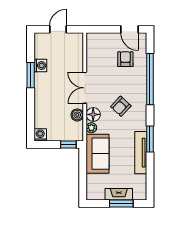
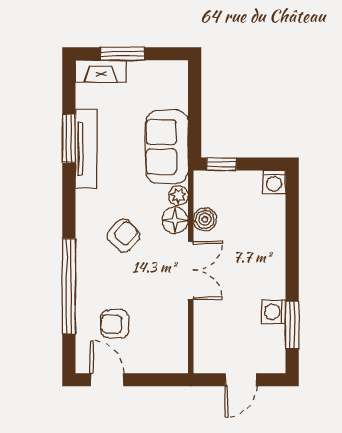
armchair: (125, 59) -> (115, 324), turned 90
window: (31, 75) -> (292, 325), moved
window: (150, 139) -> (69, 139), moved
fireplace: (119, 194) -> (101, 71), moved

